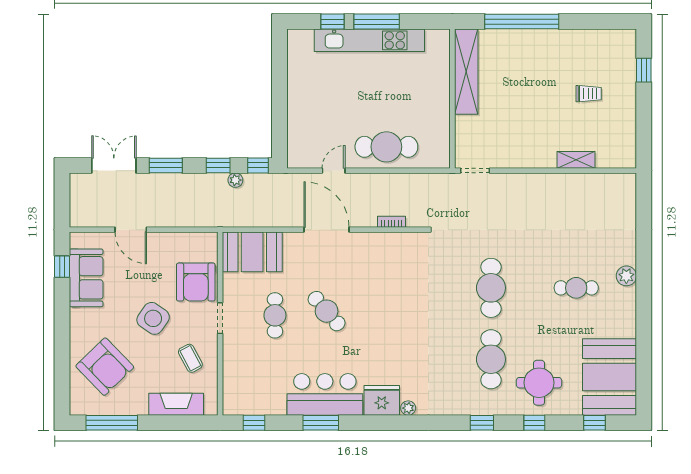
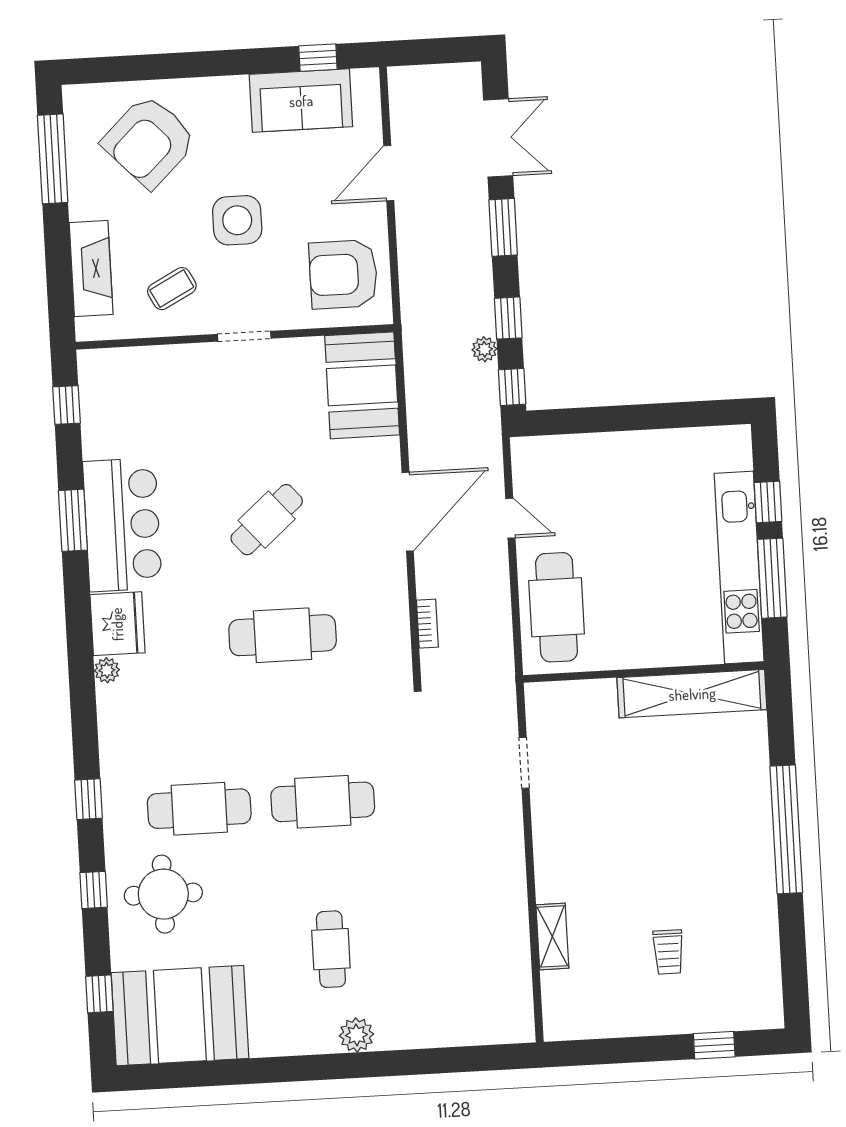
shelving: (466, 72) -> (692, 694), moved
wall: (452, 99) -> (644, 672), moved
armchair: (196, 282) -> (343, 274), moved
cafe table: (275, 315) -> (283, 635), moved, width x1.37, depth x1.35
side table: (153, 318) -> (237, 220), turned -35

